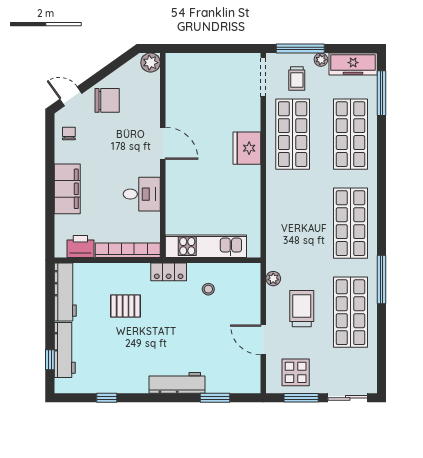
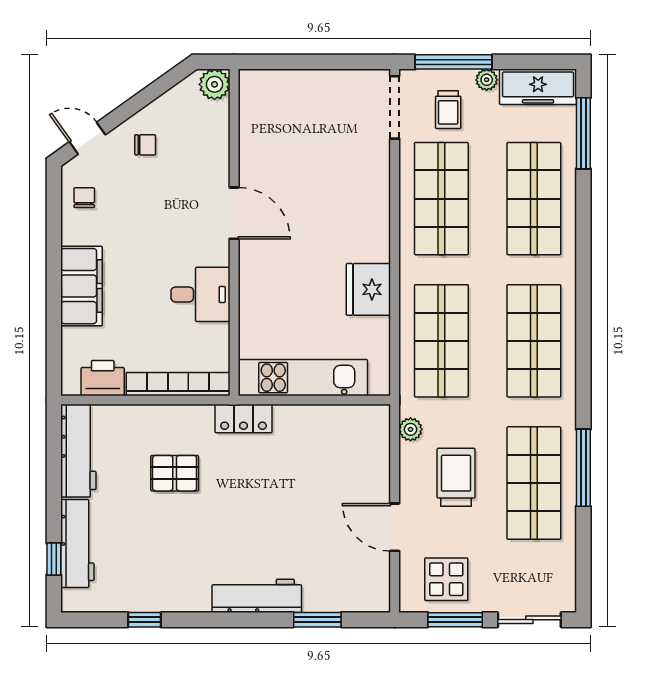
chair: (107, 100) -> (145, 145), width x0.54, depth x0.54
fridge: (247, 148) -> (368, 289), moved
shop shelf: (293, 223) -> (441, 341), added
window: (382, 280) -> (583, 468), moved
stool: (208, 289) -> (307, 446), removed

